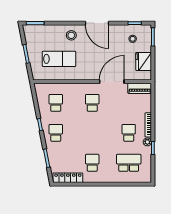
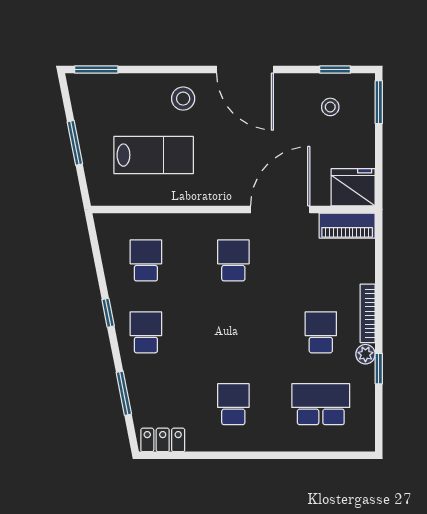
fridge: (144, 61) -> (353, 187), moved, turned 90
locker: (68, 178) -> (163, 440), width x0.66

